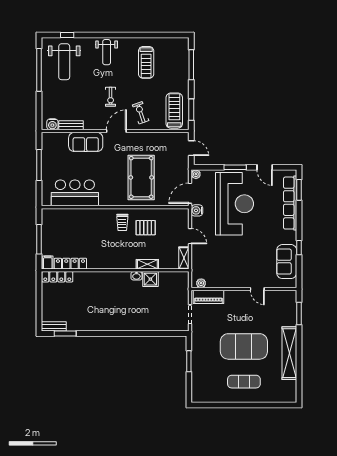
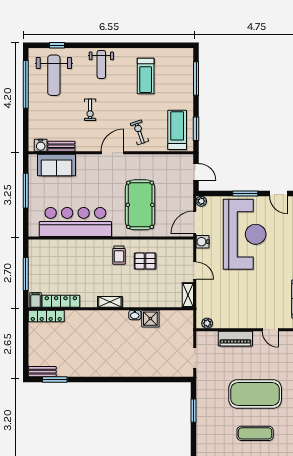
exercise bike: (111, 97) -> (90, 110), moved
sofa: (86, 142) -> (57, 165), moved
bar counter: (75, 193) -> (75, 222), width x1.36
shelving: (147, 264) -> (110, 302), moved
piano: (208, 297) -> (235, 339), moved

